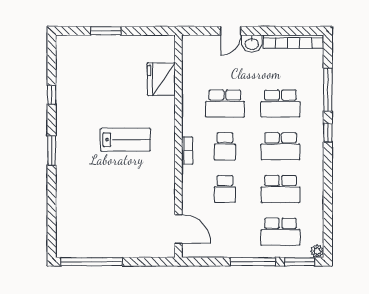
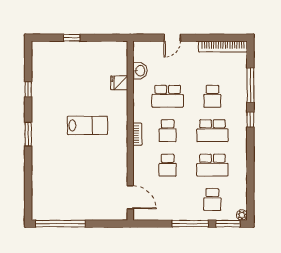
window: (106, 31) -> (72, 38), width x0.67
washbasin: (252, 44) -> (140, 71), moved, turned -90
fridge: (161, 79) -> (119, 83), width x0.53, depth x0.75
school desk: (280, 103) -> (212, 96), width x0.54
school desk: (280, 232) -> (212, 199), width x0.54

